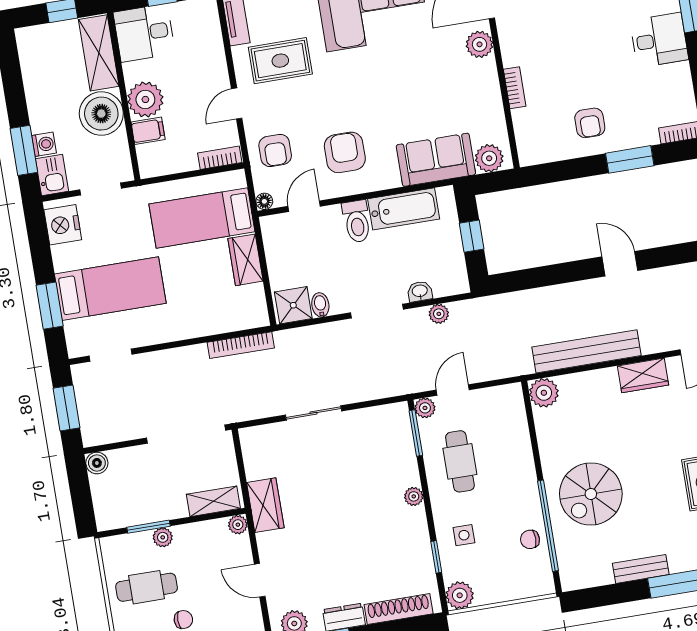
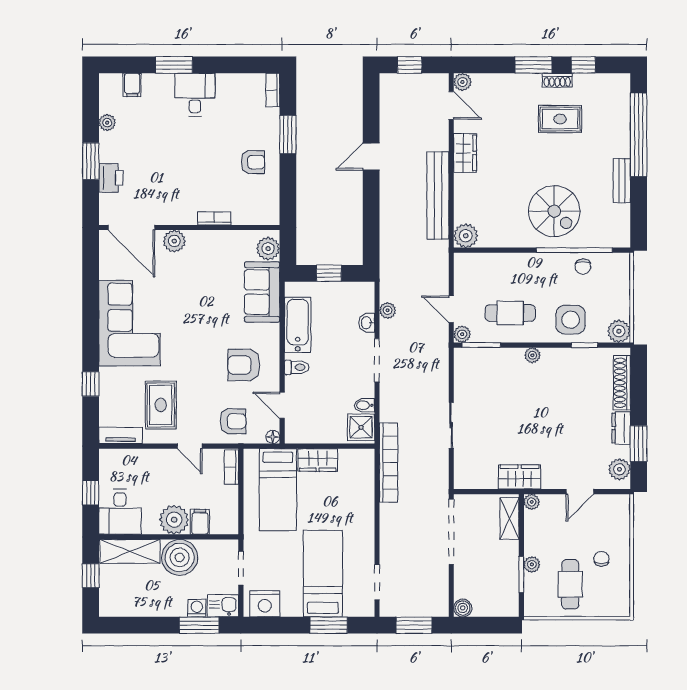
toilet: (357, 221) -> (297, 367), width x0.73, depth x0.72
bookcase: (241, 345) -> (388, 462), width x1.48, depth x1.31
side table: (464, 535) -> (571, 320), width x1.87, depth x1.87

